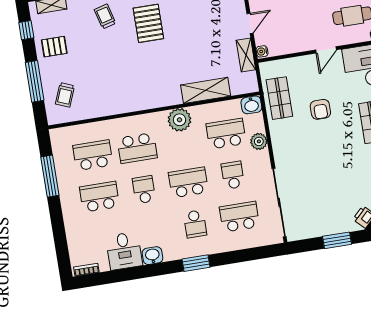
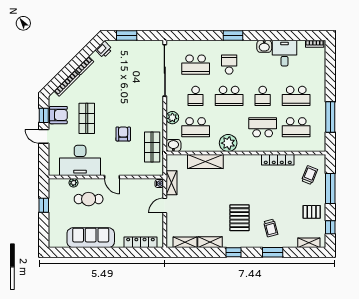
door: (326, 50) -> (112, 177), swing flipped
locker: (110, 108) -> (278, 160), added

